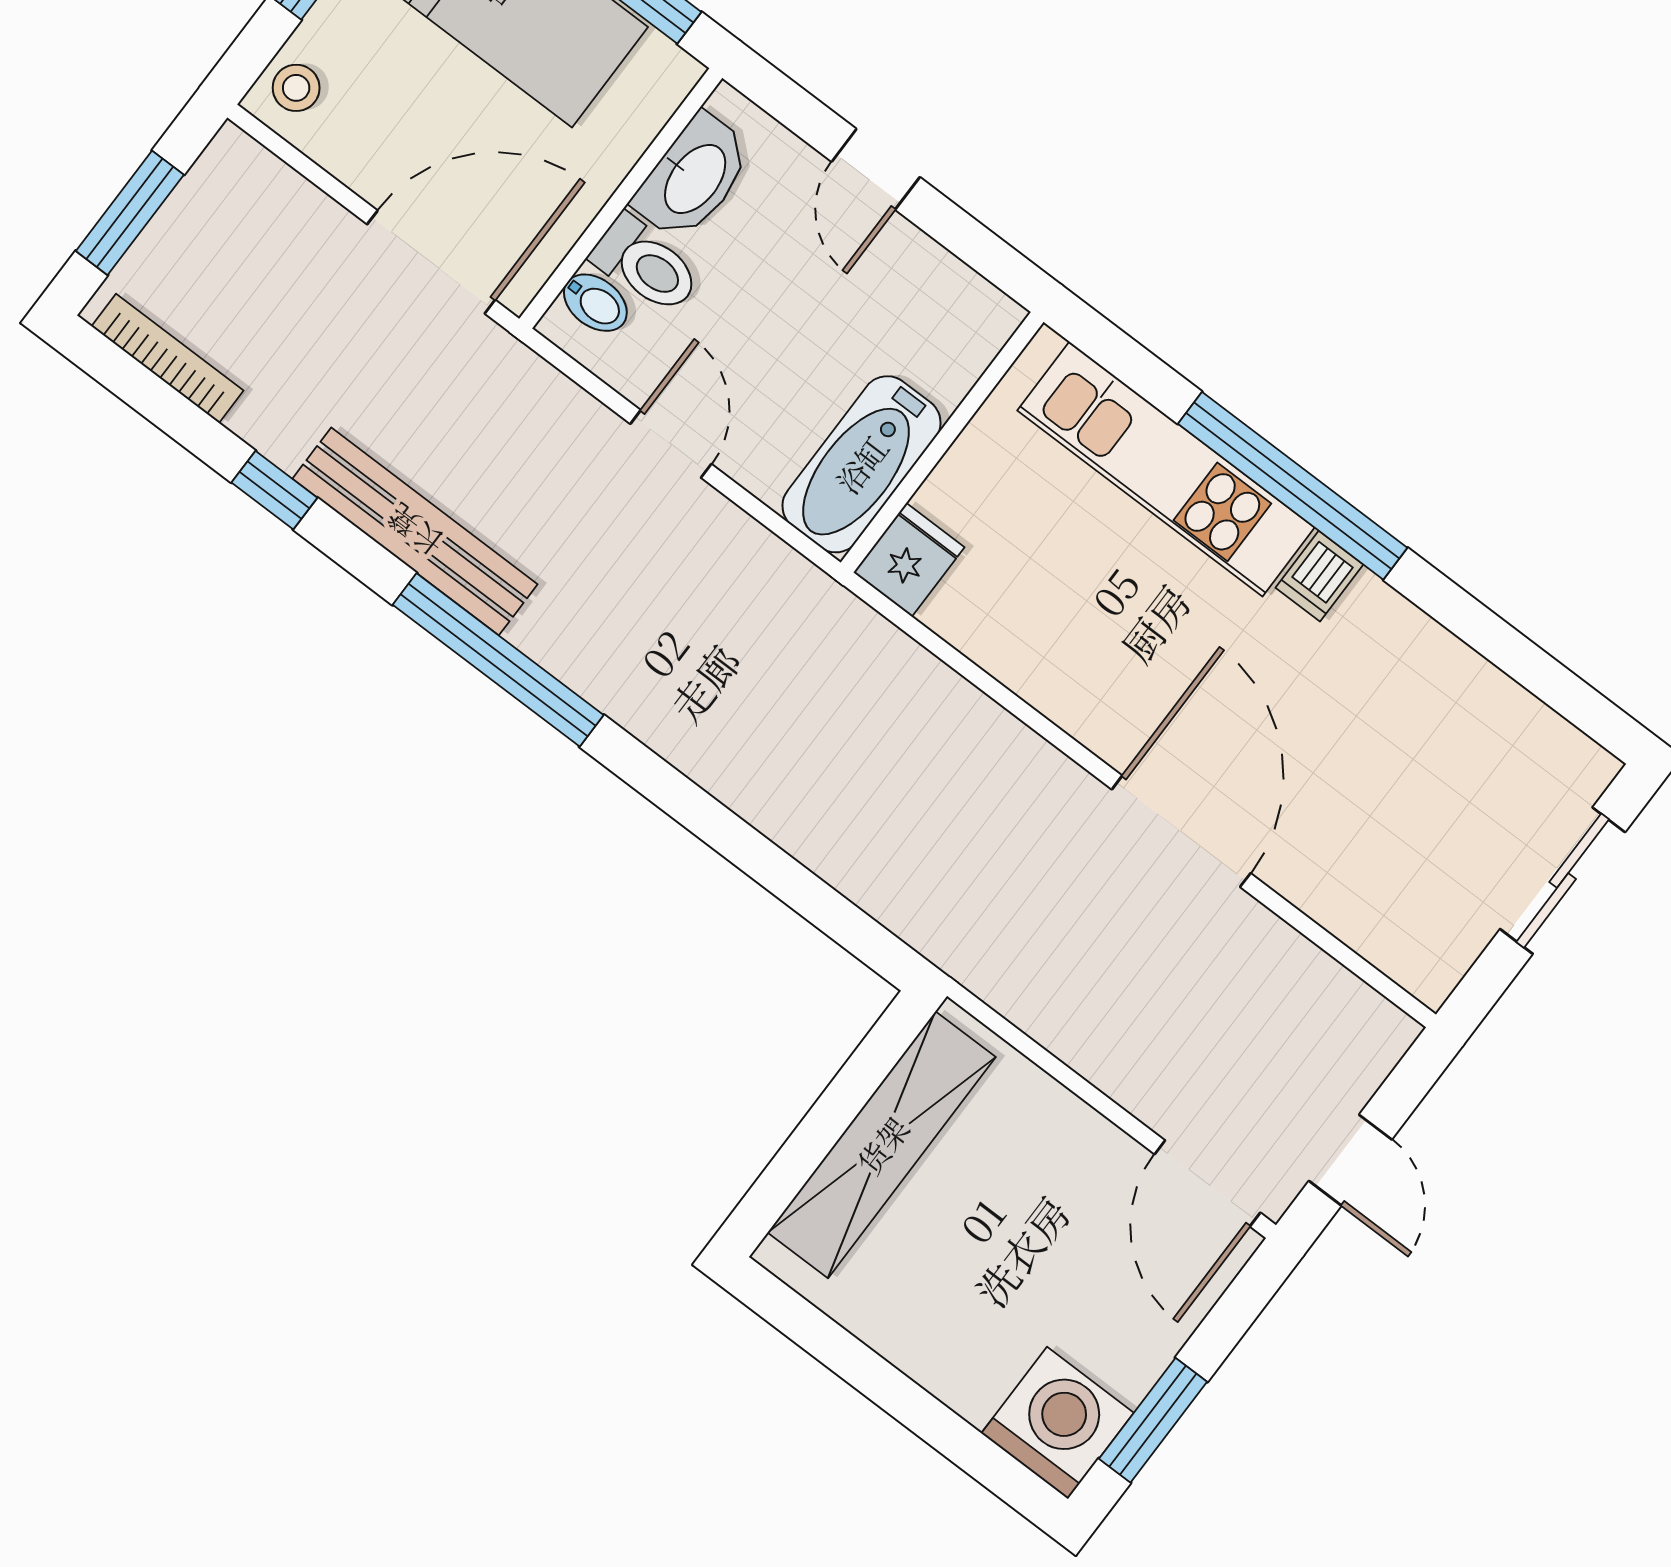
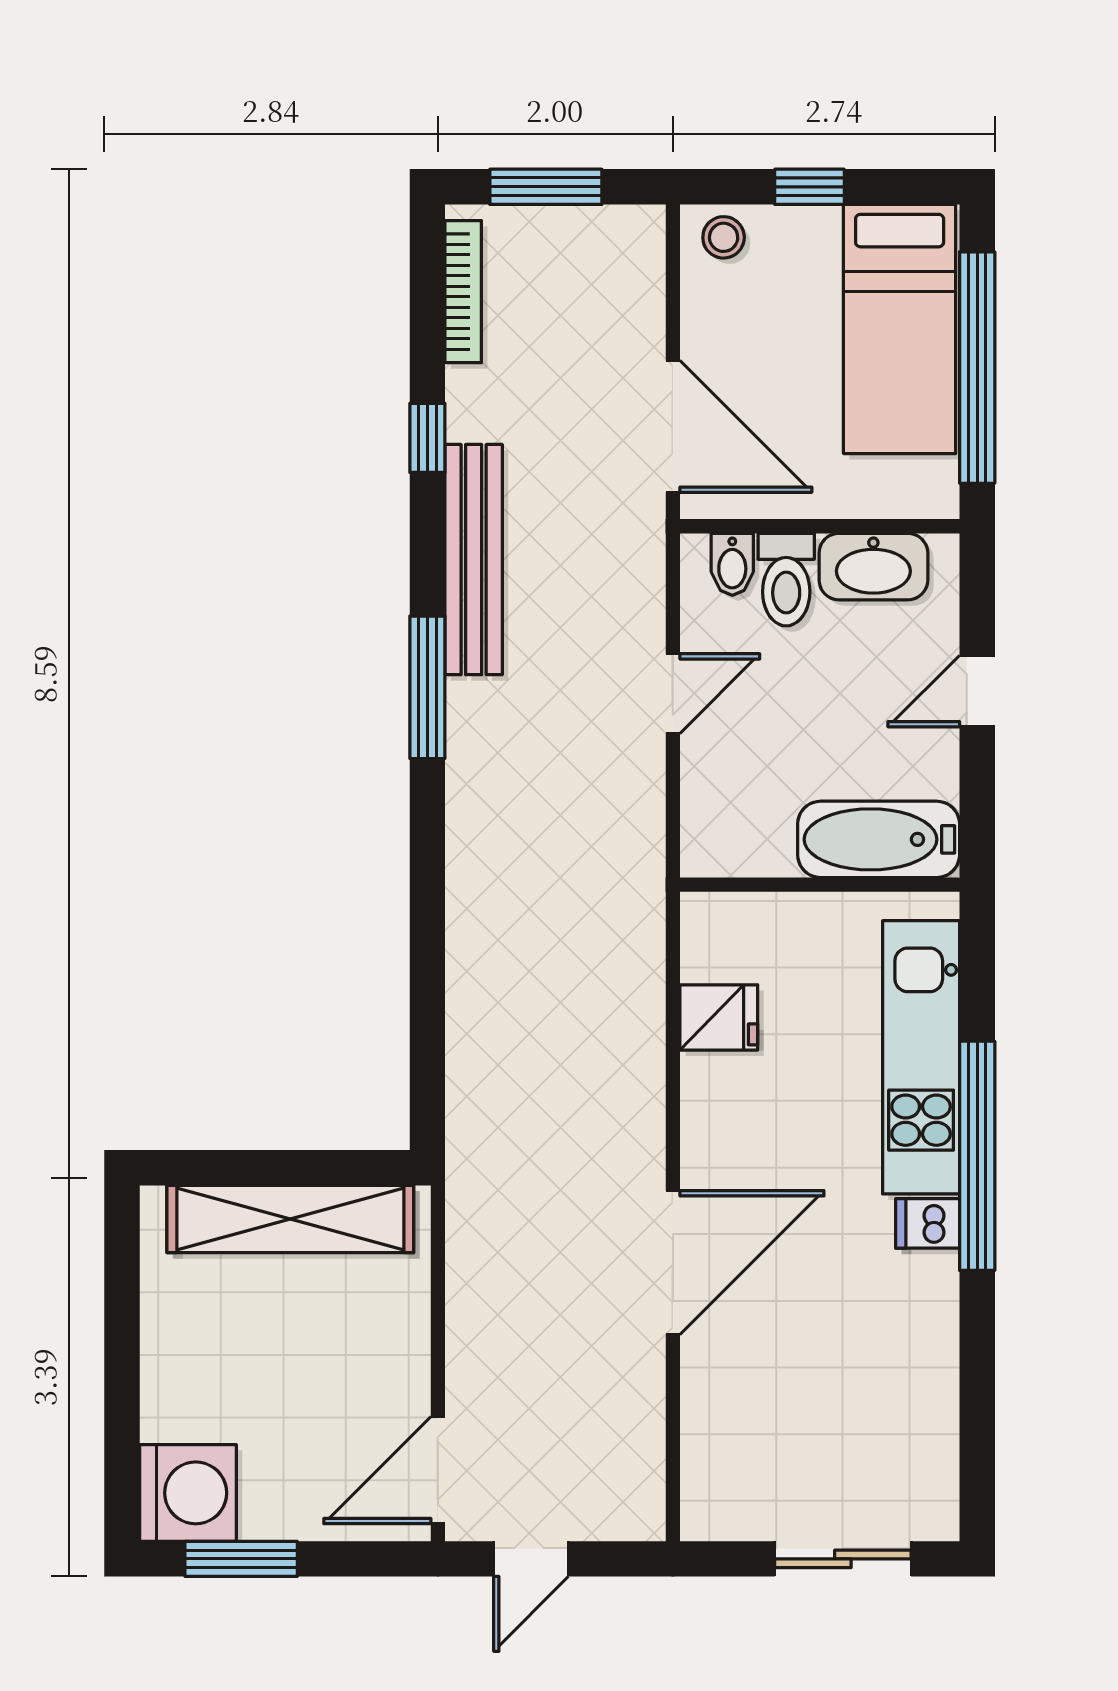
bathtub: (861, 464) -> (879, 839), moved
fridge: (909, 560) -> (719, 1017), moved
window: (498, 660) -> (427, 687), width x0.68

